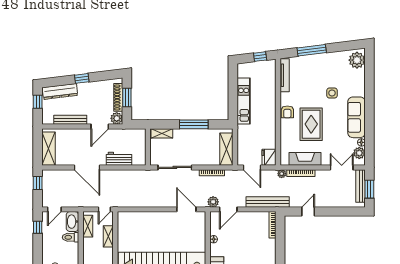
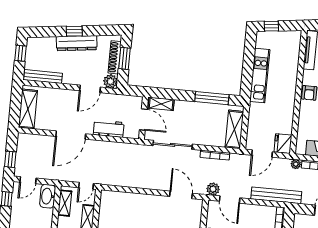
window: (260, 57) -> (271, 26), moved
dresser: (60, 91) -> (77, 43), moved
bench: (70, 120) -> (43, 77), moved
window: (194, 124) -> (212, 98), moved
door: (148, 148) -> (143, 120), added
door: (87, 167) -> (71, 135), hinge flipped
door: (252, 167) -> (262, 153), hinge flipped
window: (38, 183) -> (10, 159), moved
door: (228, 209) -> (230, 200), hinge flipped
toilet: (71, 237) -> (44, 214), removed

